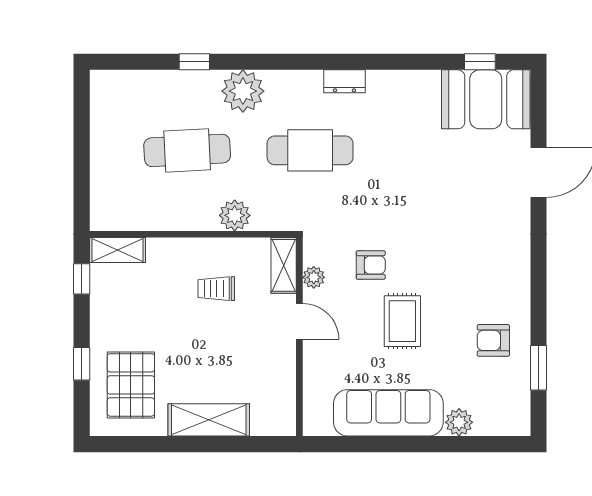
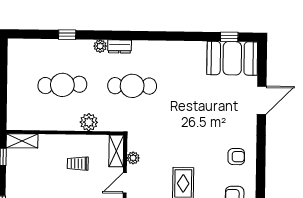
dresser: (344, 81) -> (120, 46), moved
plant: (243, 91) -> (100, 46), width x0.53, depth x0.53
armchair: (371, 265) -> (236, 157), moved
door: (299, 321) -> (125, 183), swing flipped

